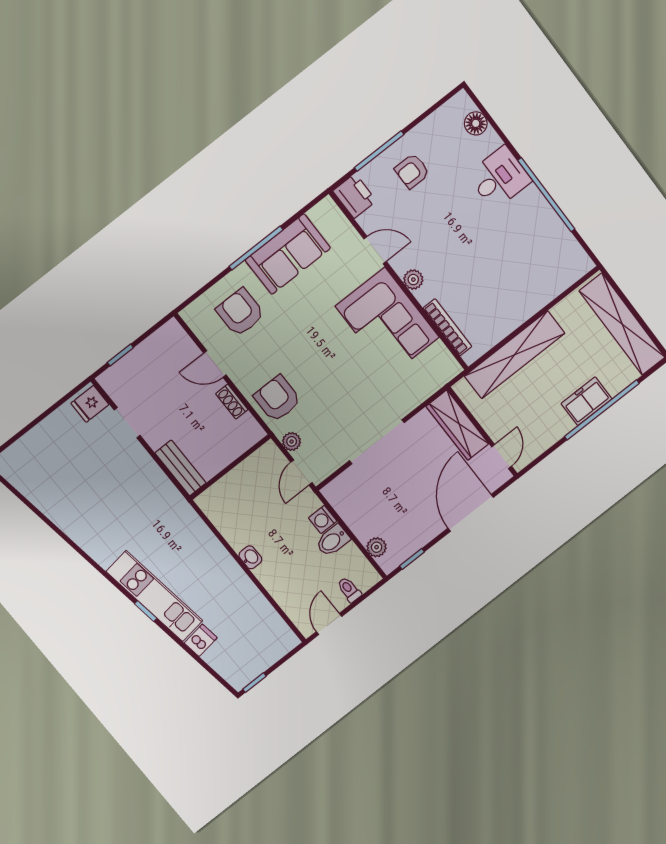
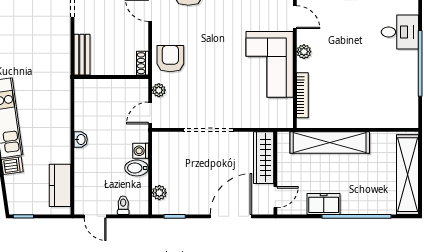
freezer: (586, 401) -> (324, 204), moved
shoe rack: (232, 402) -> (142, 63), moved
kitchen counter: (267, 621) -> (60, 185), added
door: (329, 624) -> (95, 216), swing flipped

